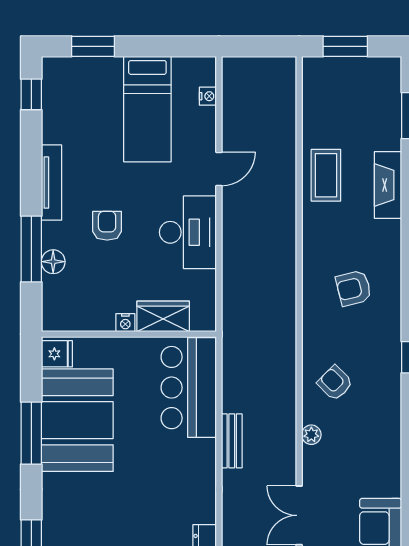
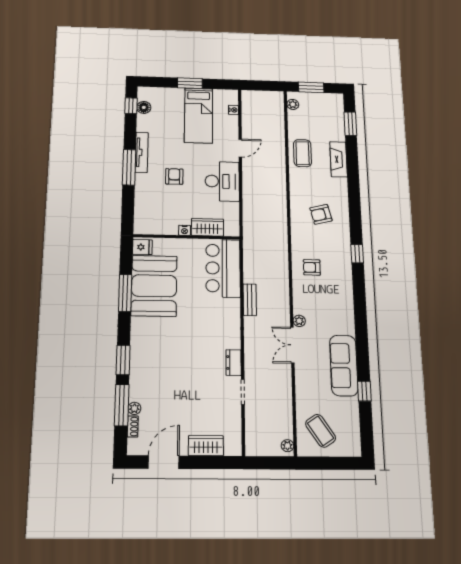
window: (93, 46) -> (190, 83), moved
plant: (312, 82) -> (293, 104), added
window: (31, 249) -> (129, 167), moved
floor lamp: (53, 262) -> (144, 107), moved
armchair: (335, 383) -> (312, 267), turned -45
plant: (311, 435) -> (299, 321), moved

